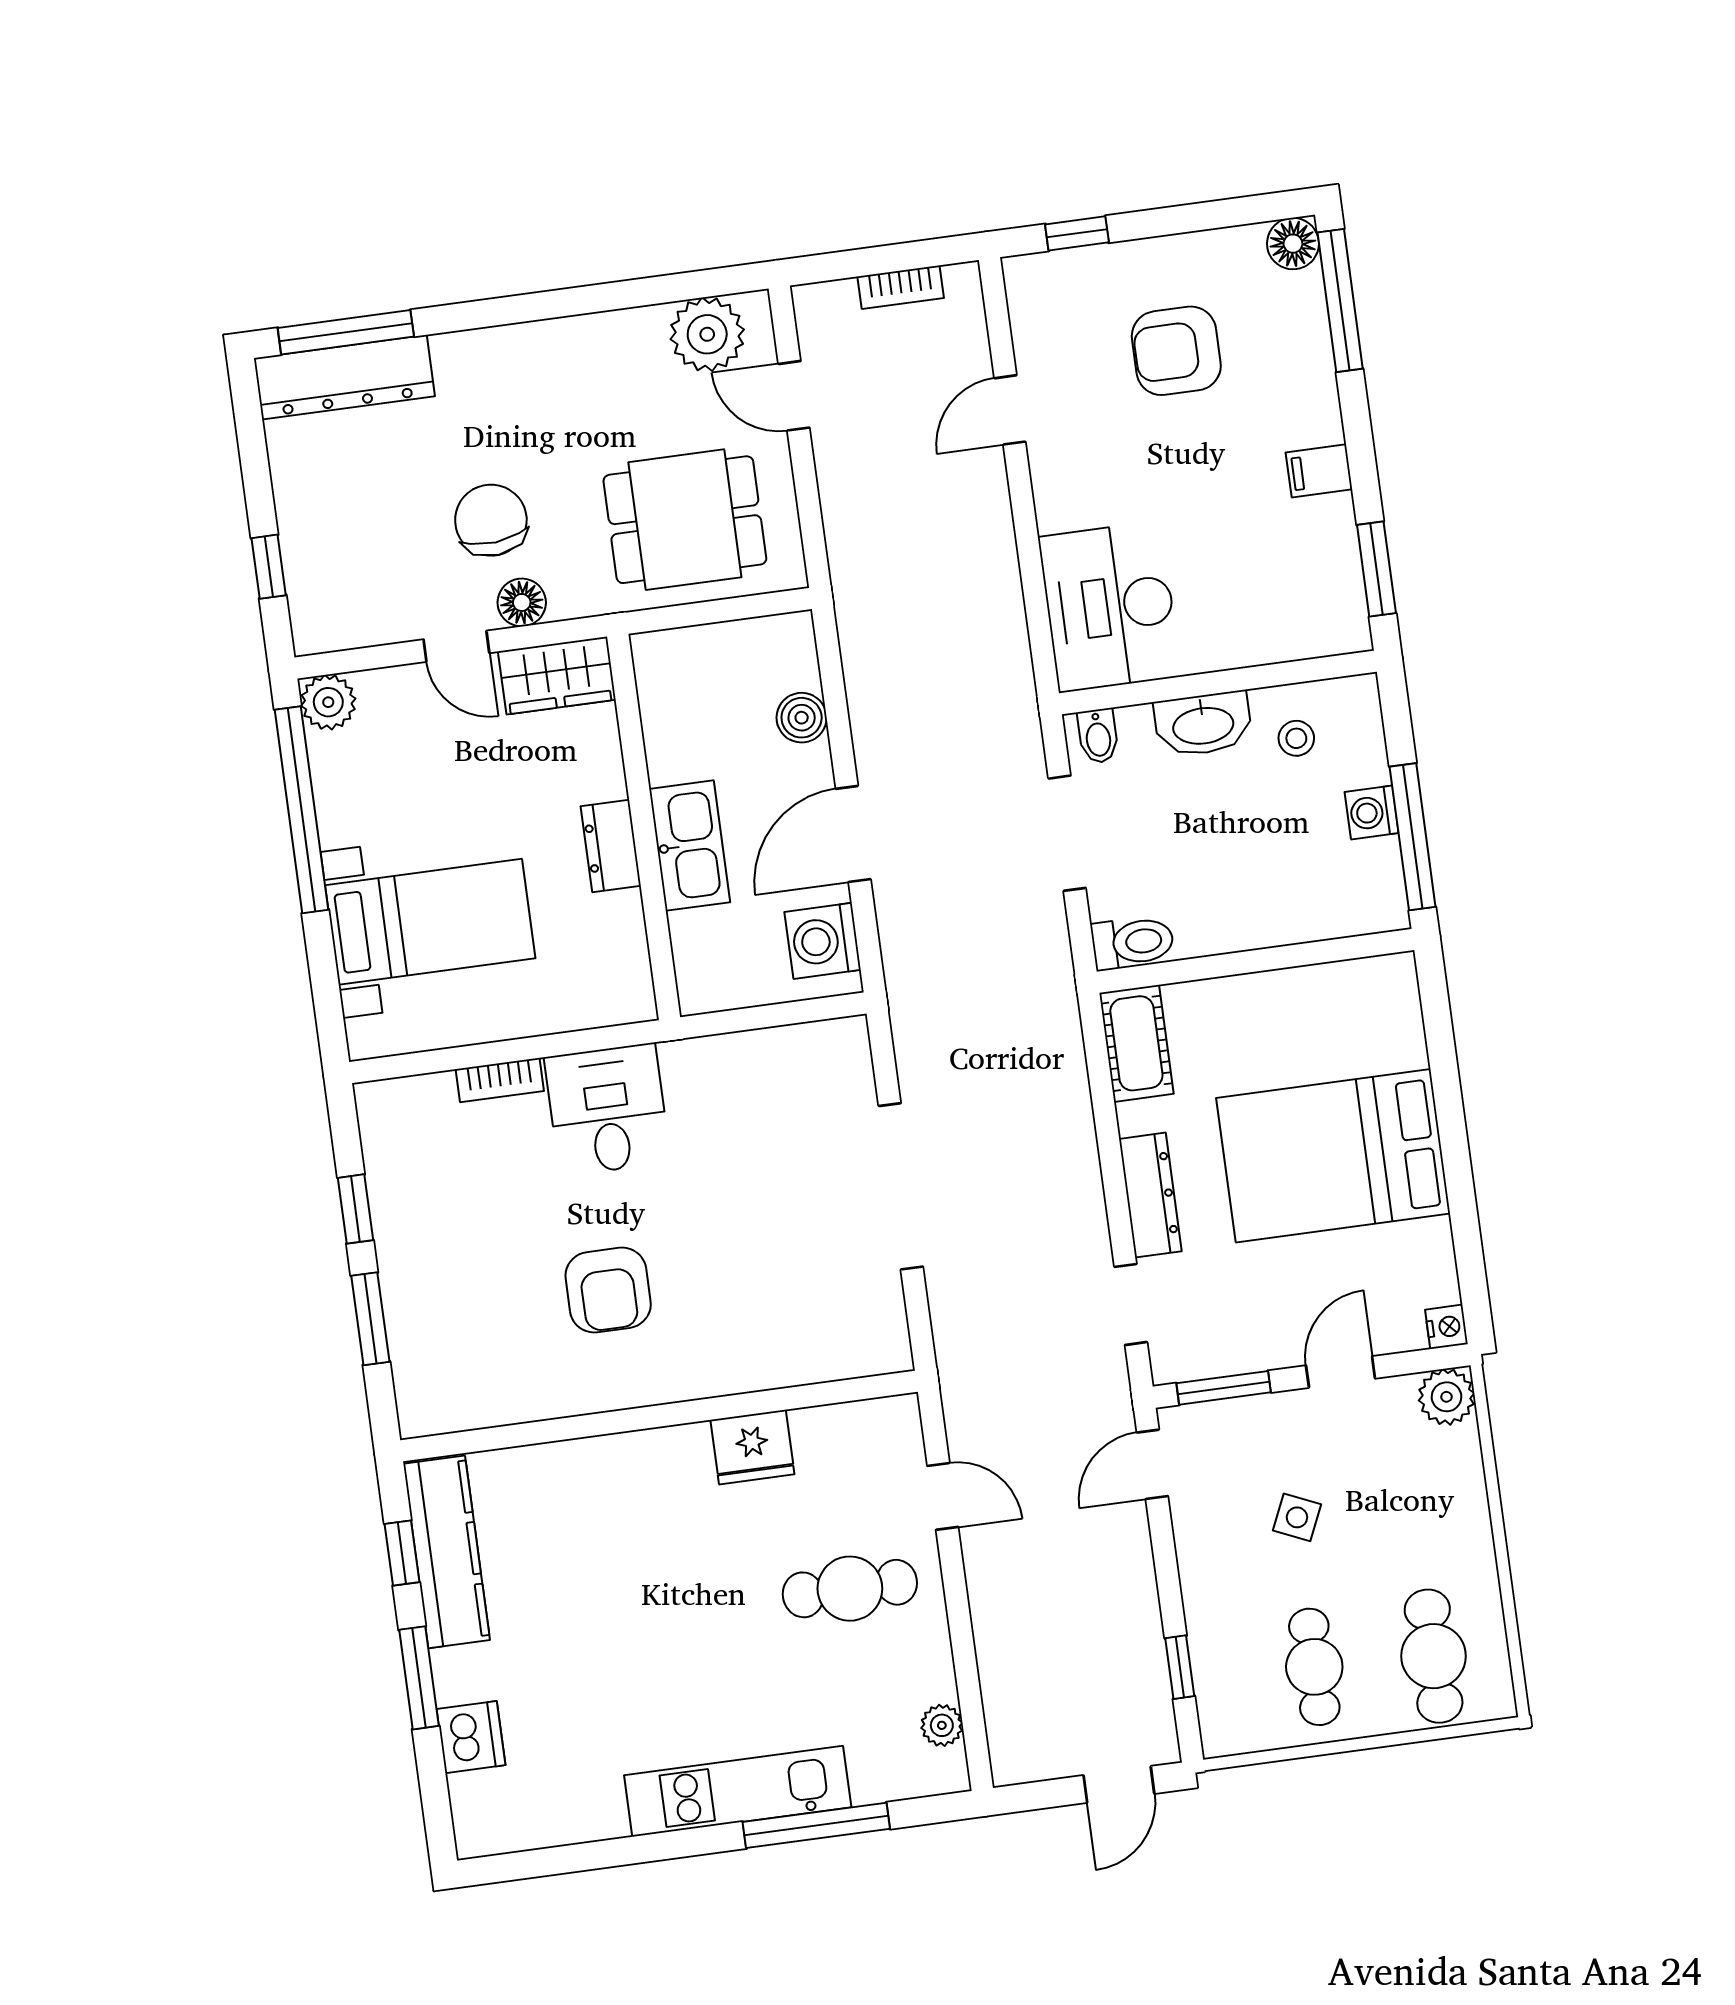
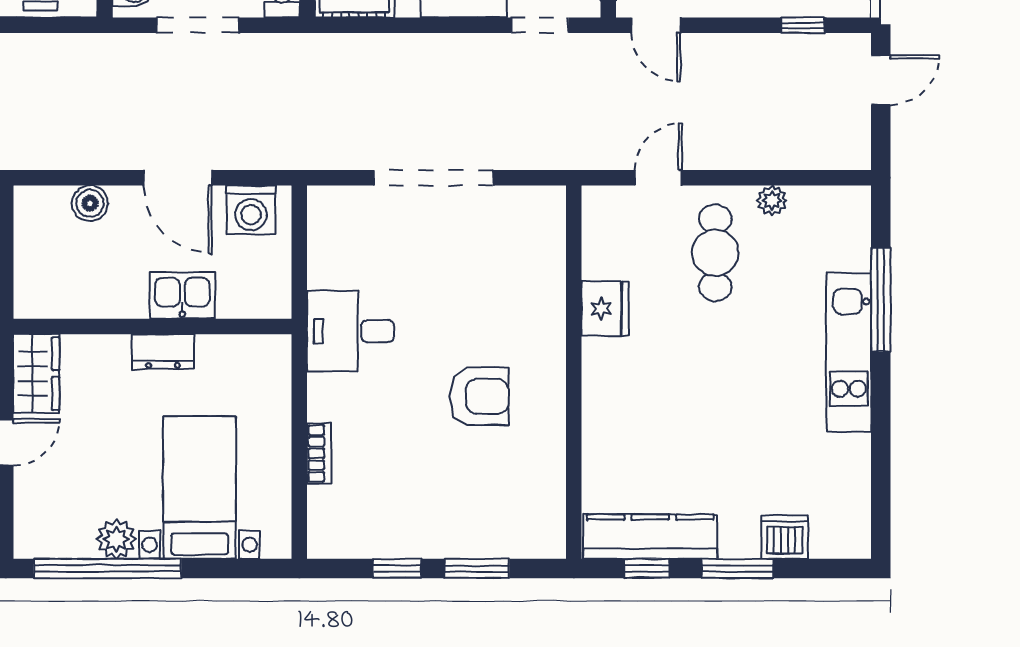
plant: (328, 702) -> (116, 539), moved
kitchen sink: (690, 846) -> (182, 295), width x0.73
desk: (607, 1110) -> (350, 331), moved
plant: (942, 1725) -> (772, 200), moved
door: (1119, 1784) -> (881, 80), hinge flipped

